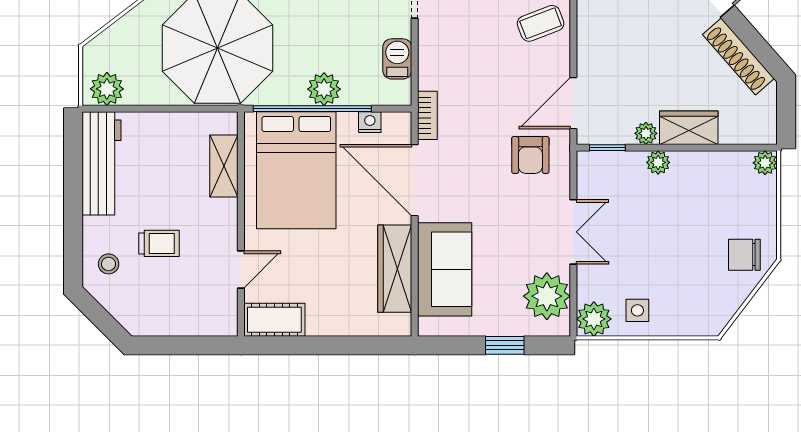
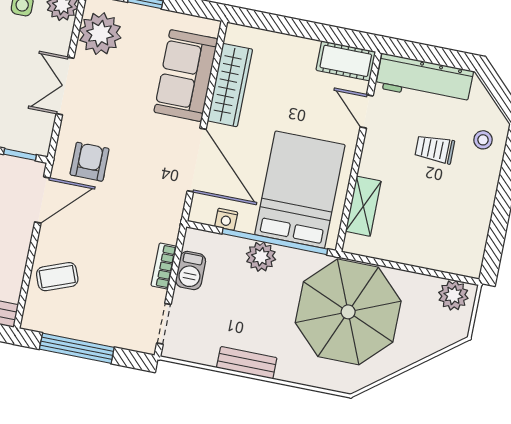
bookcase: (427, 115) -> (164, 266), moved
workbench: (102, 163) -> (424, 79), moved, turned -90
door: (241, 270) -> (367, 111), hinge flipped

